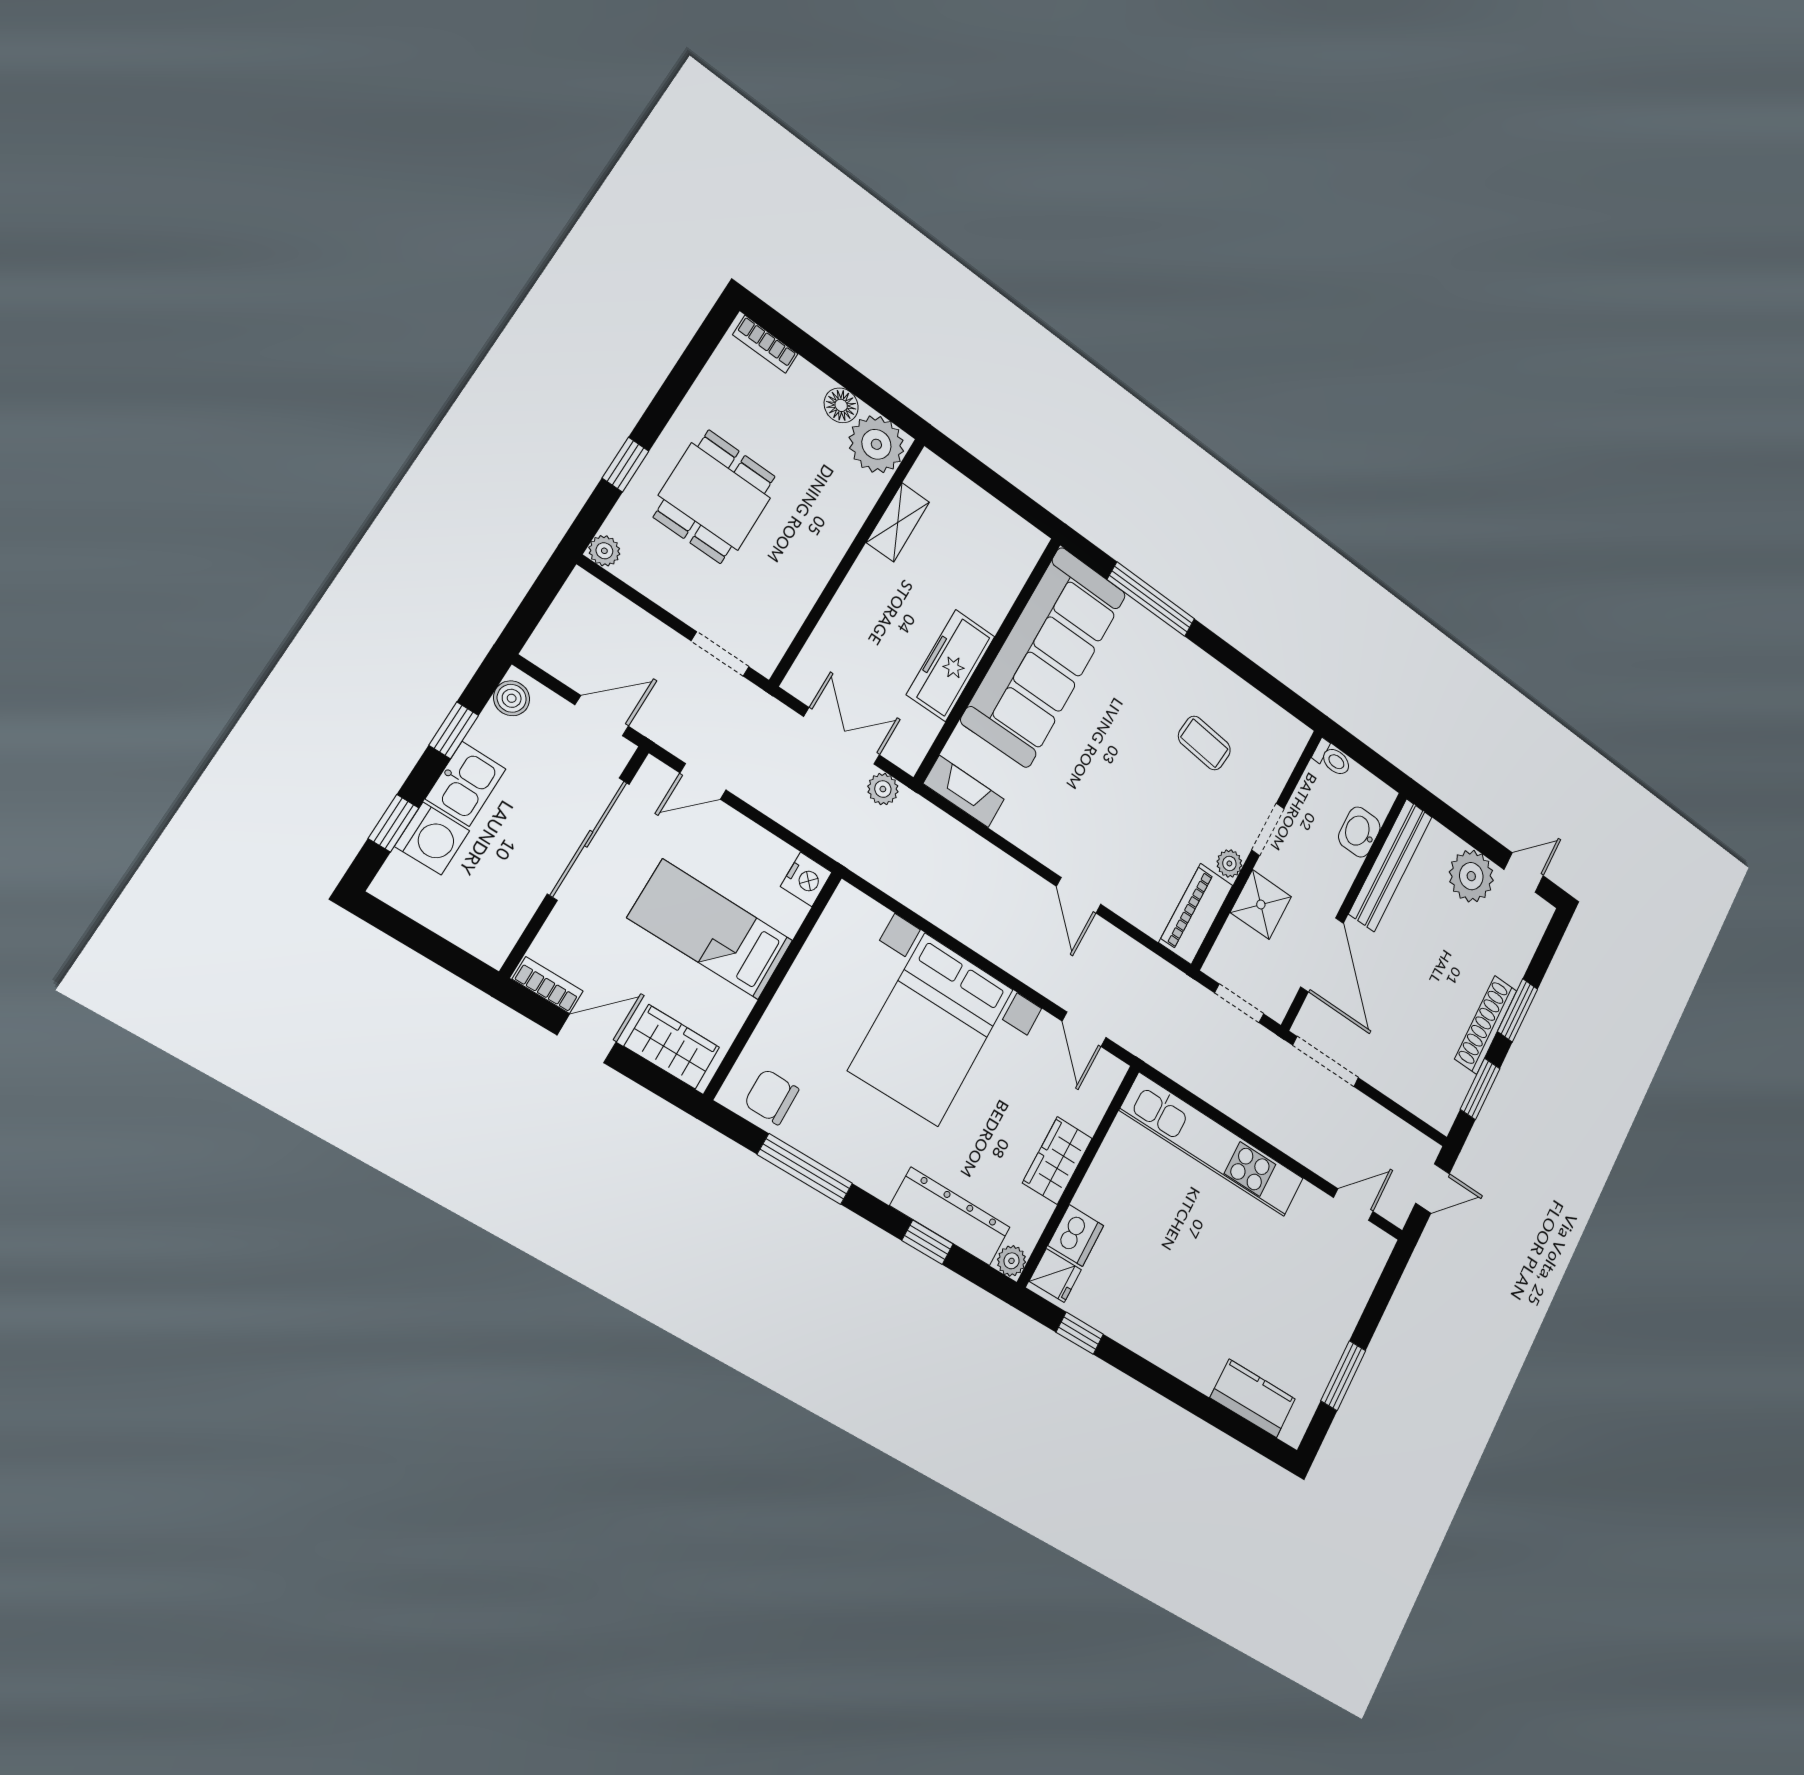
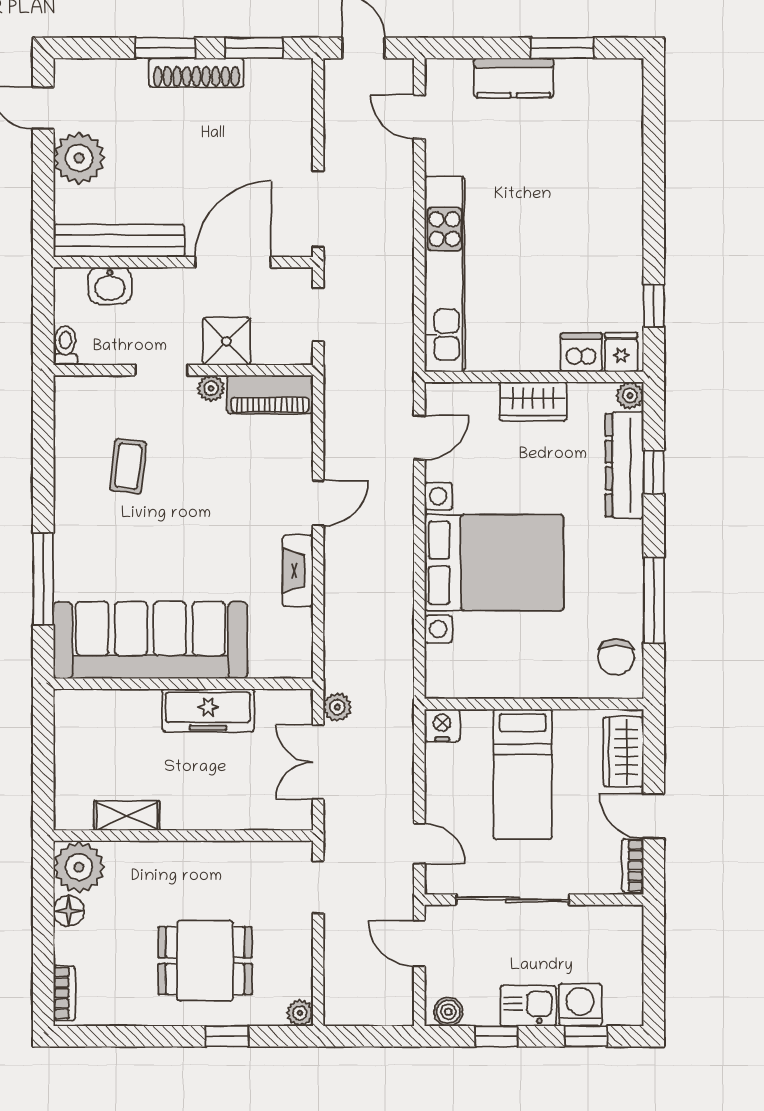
fireplace: (964, 791) -> (298, 571), moved
kitchen counter: (1253, 1398) -> (514, 78), moved, turned -90

